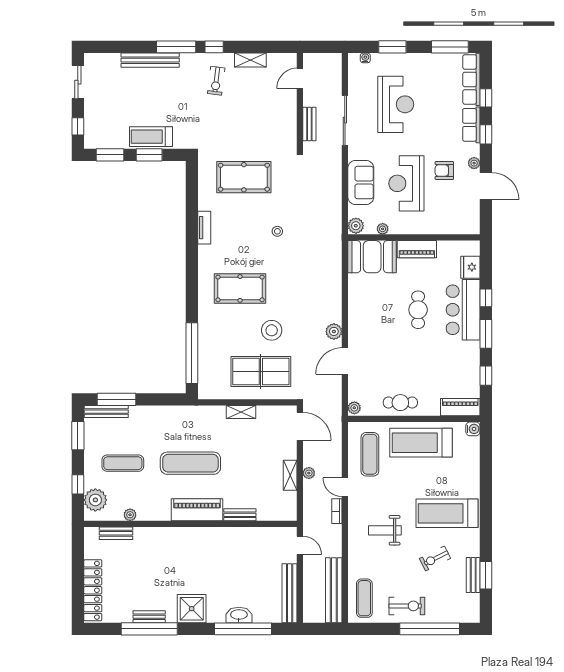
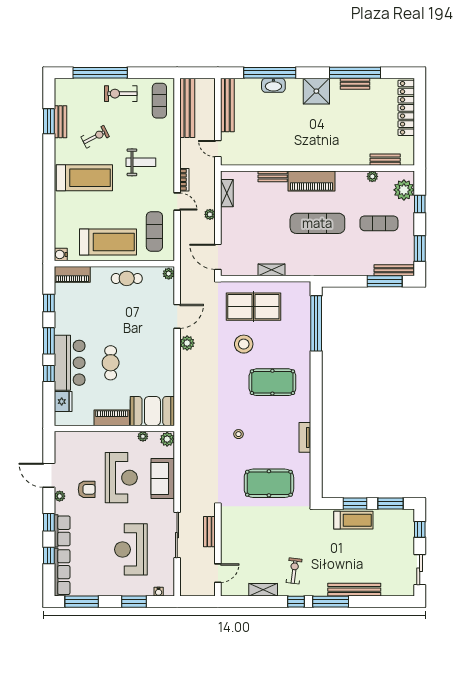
shelving: (290, 475) -> (227, 193), moved

